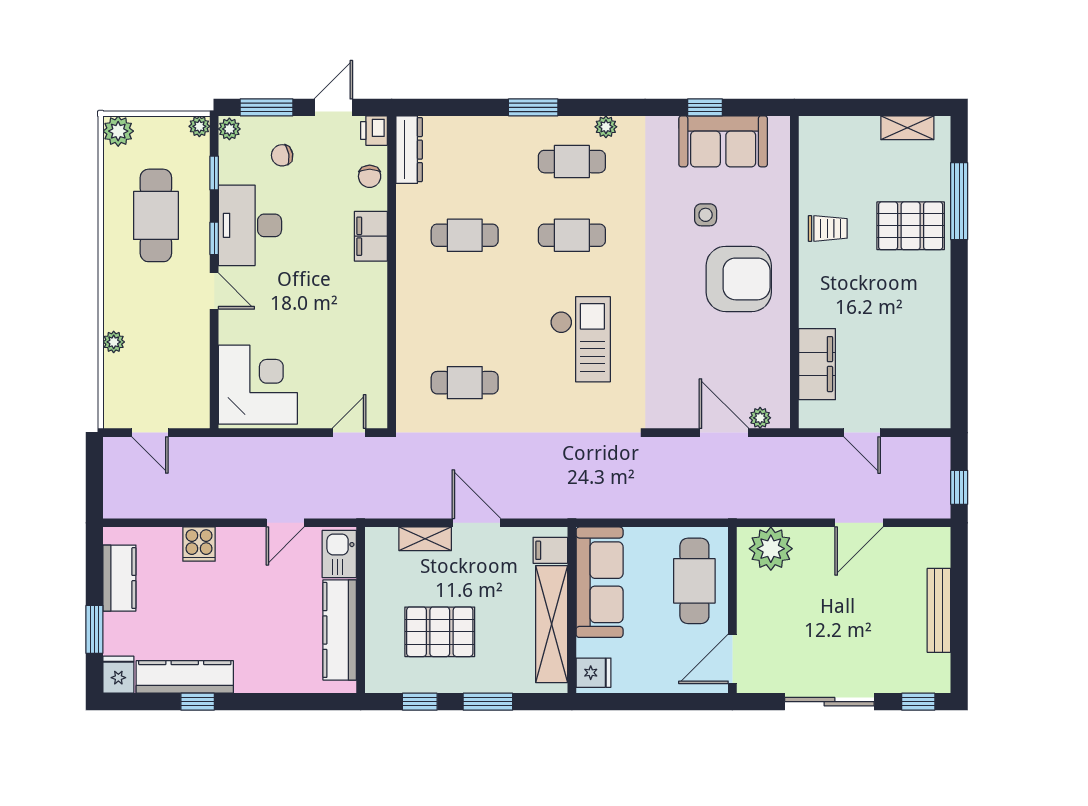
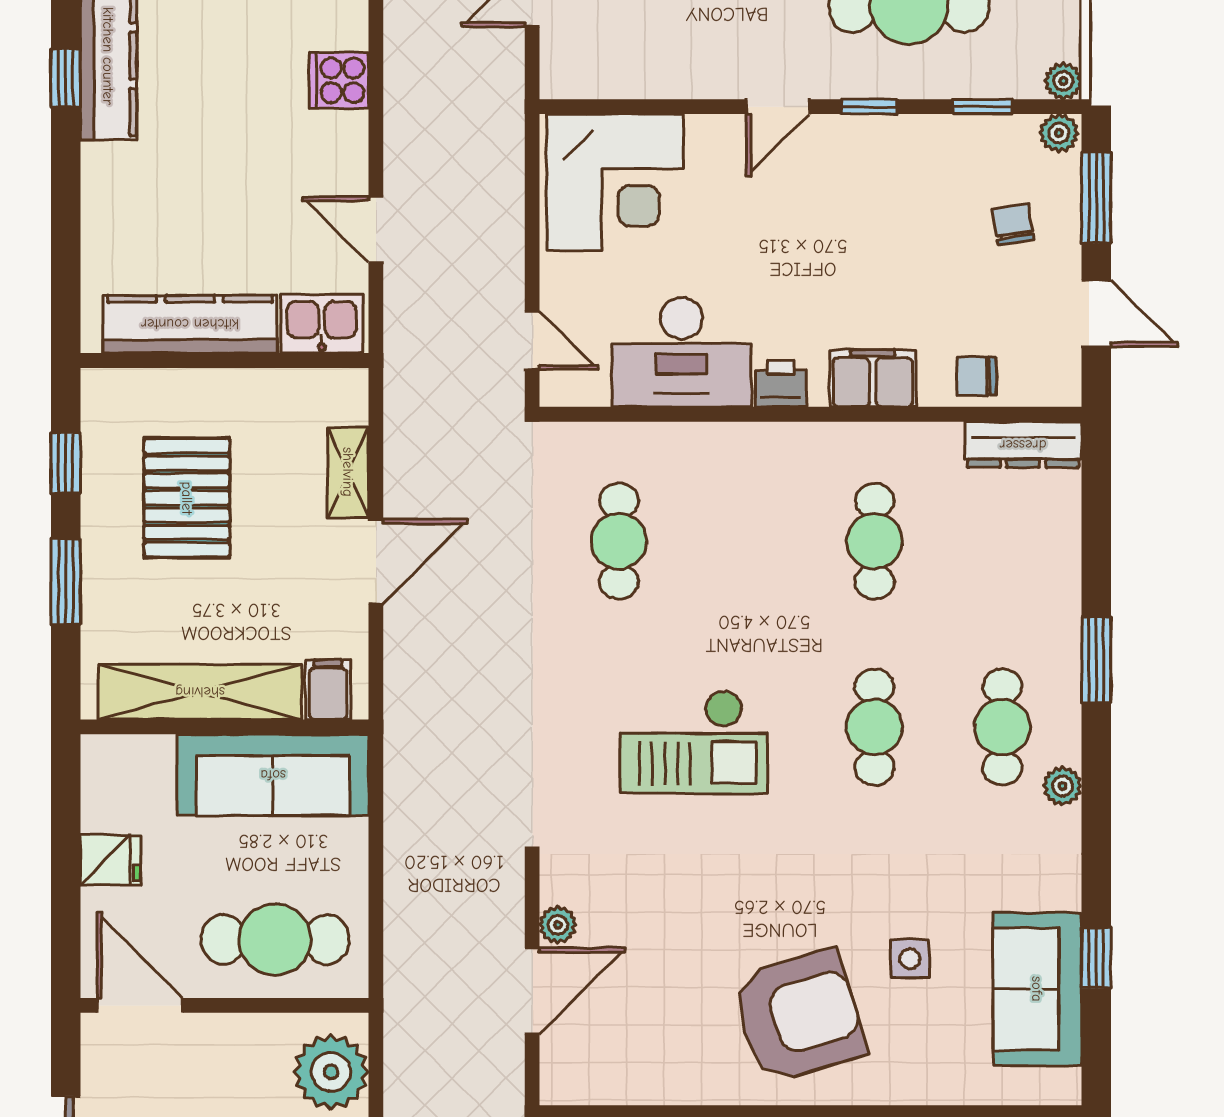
printer: (374, 131) -> (781, 384), moved
desk: (250, 225) -> (681, 352), moved, turned 180
armchair: (739, 279) -> (799, 1016), turned -107
plant: (760, 418) -> (558, 925), moved
fridge: (594, 673) -> (111, 860), moved, turned -90

